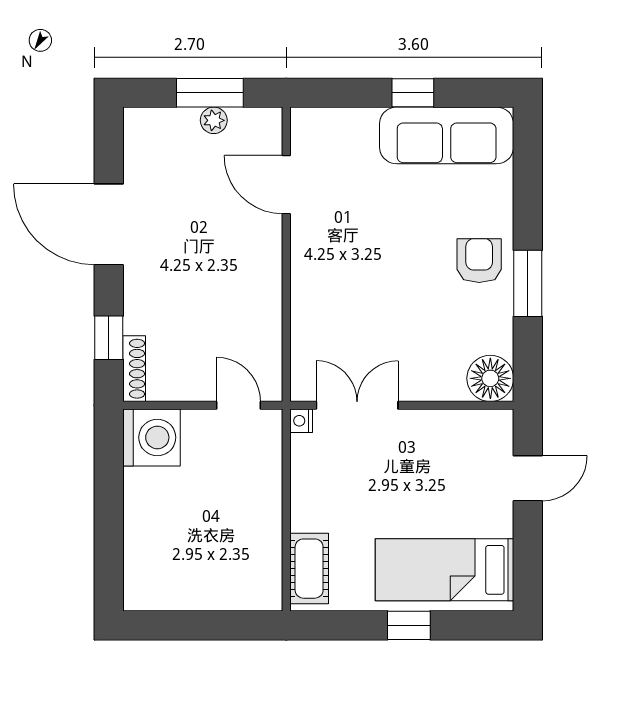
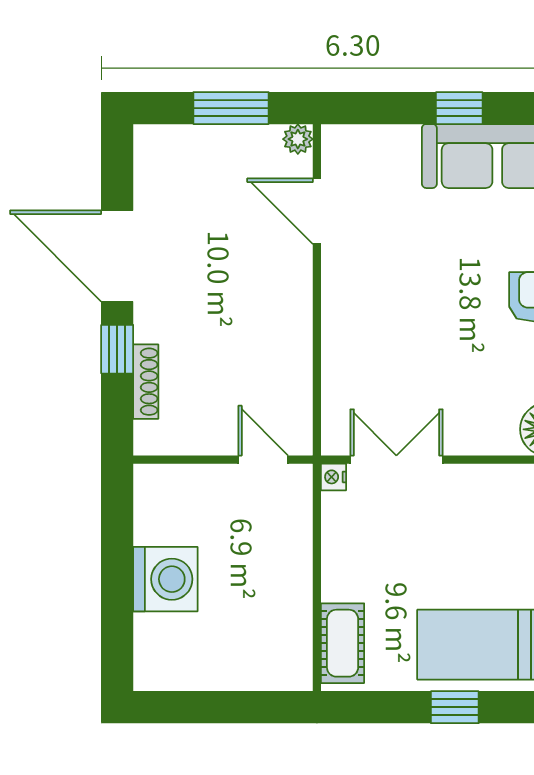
plant: (214, 120) -> (298, 139), moved
window: (109, 338) -> (117, 349), moved
shoe rack: (134, 369) -> (146, 382), moved
washing machine: (152, 437) -> (165, 579), moved

